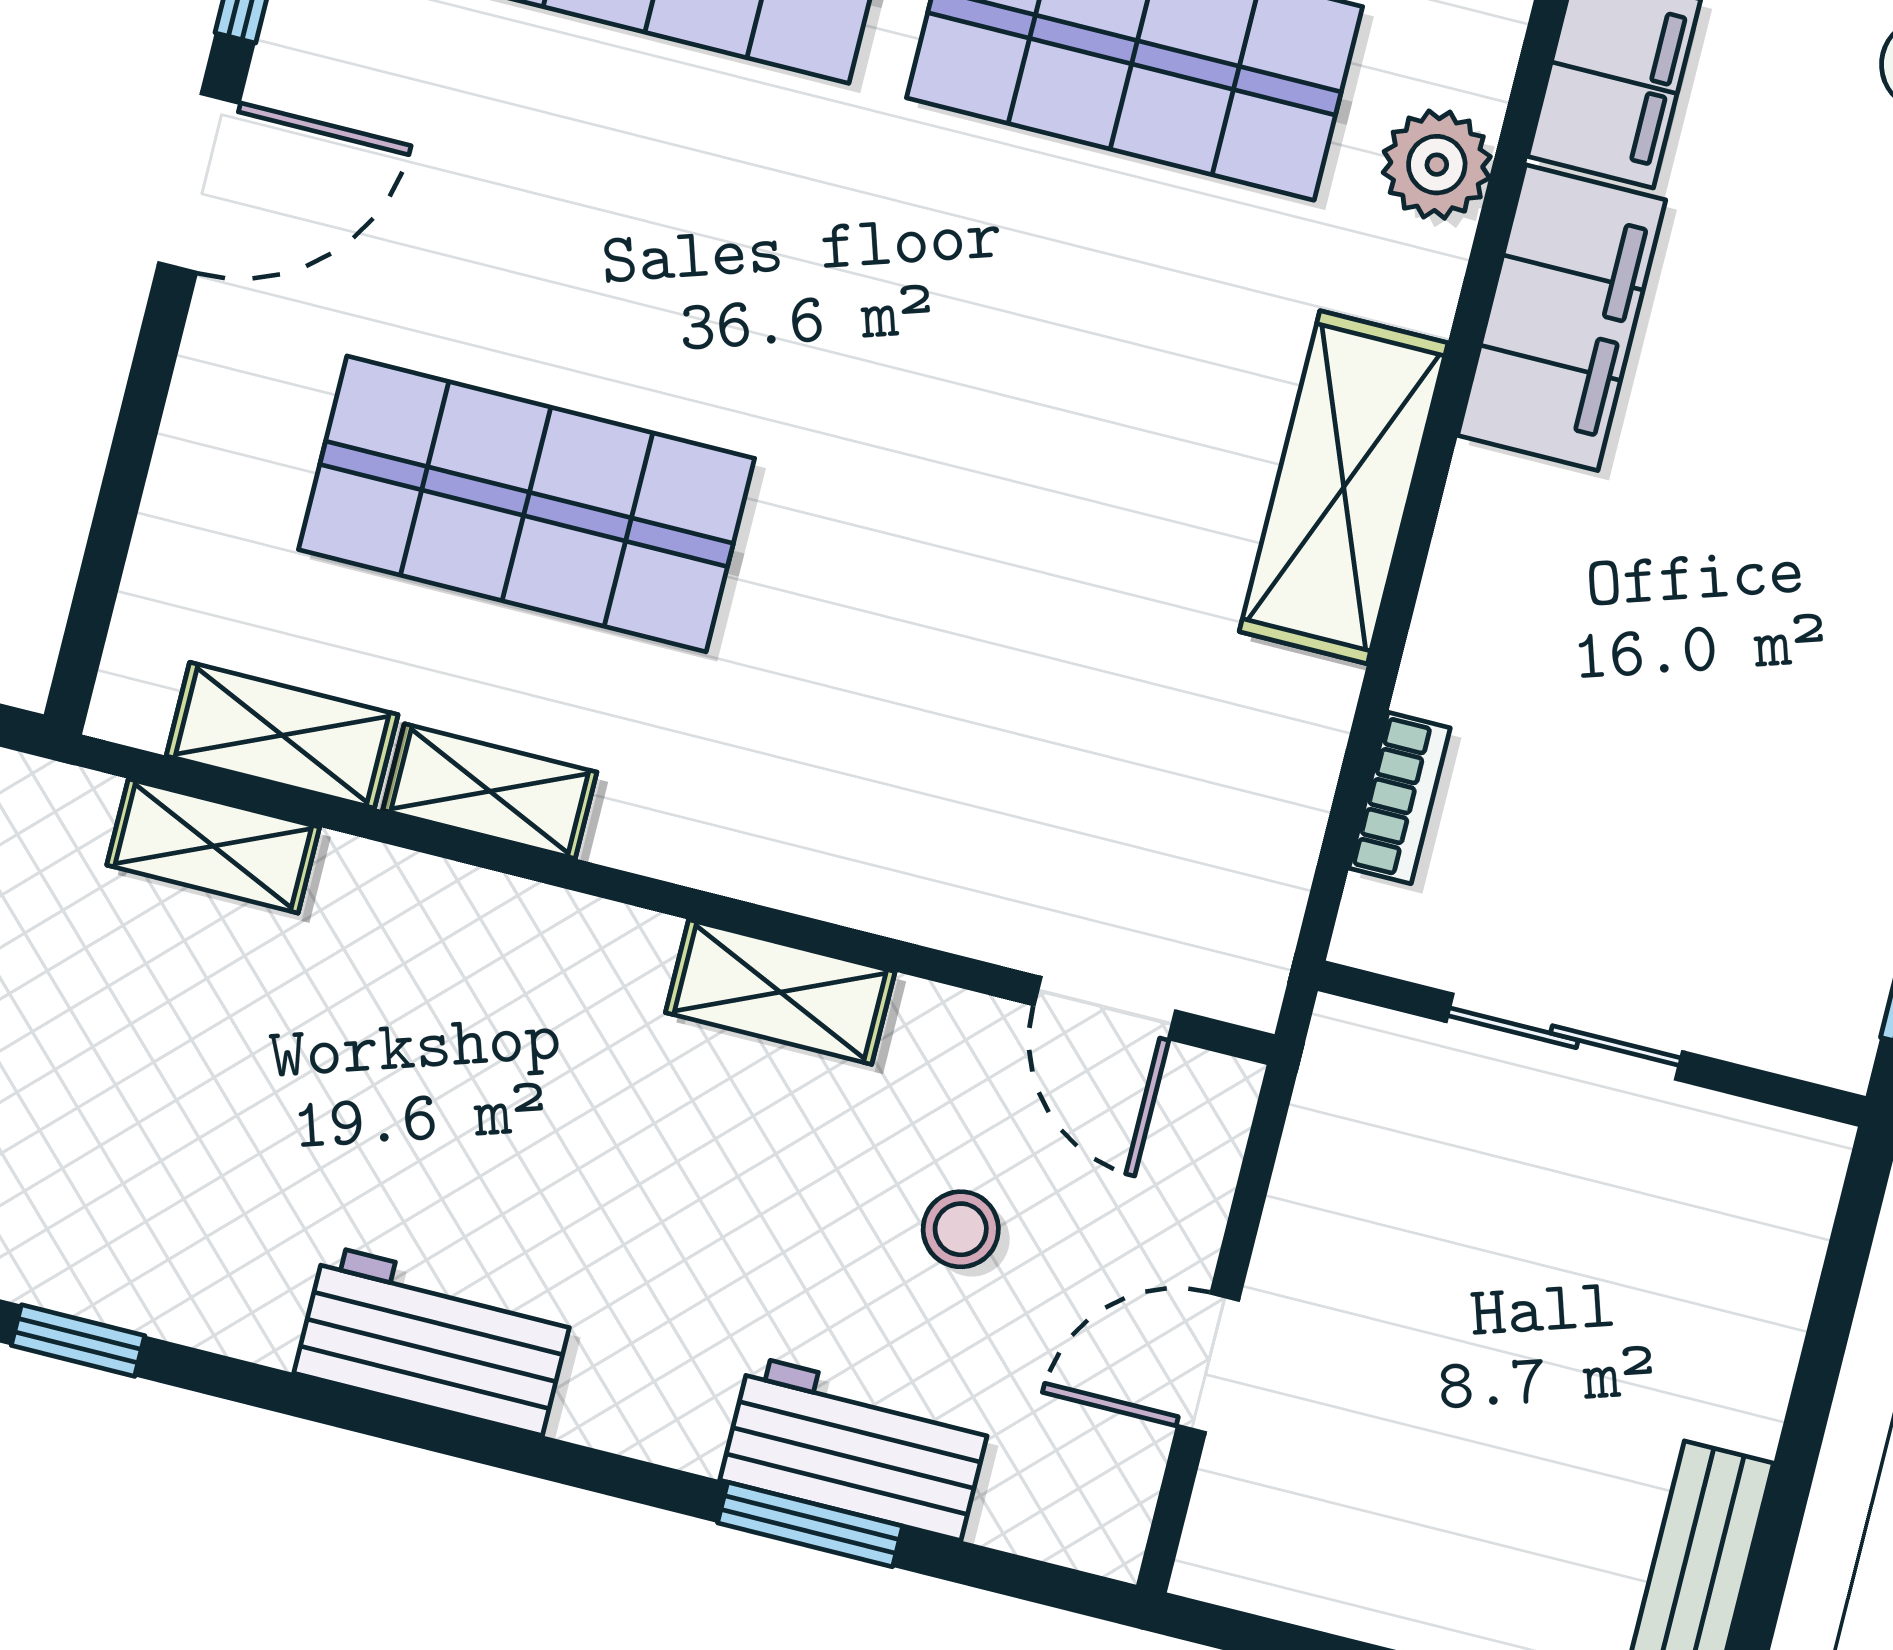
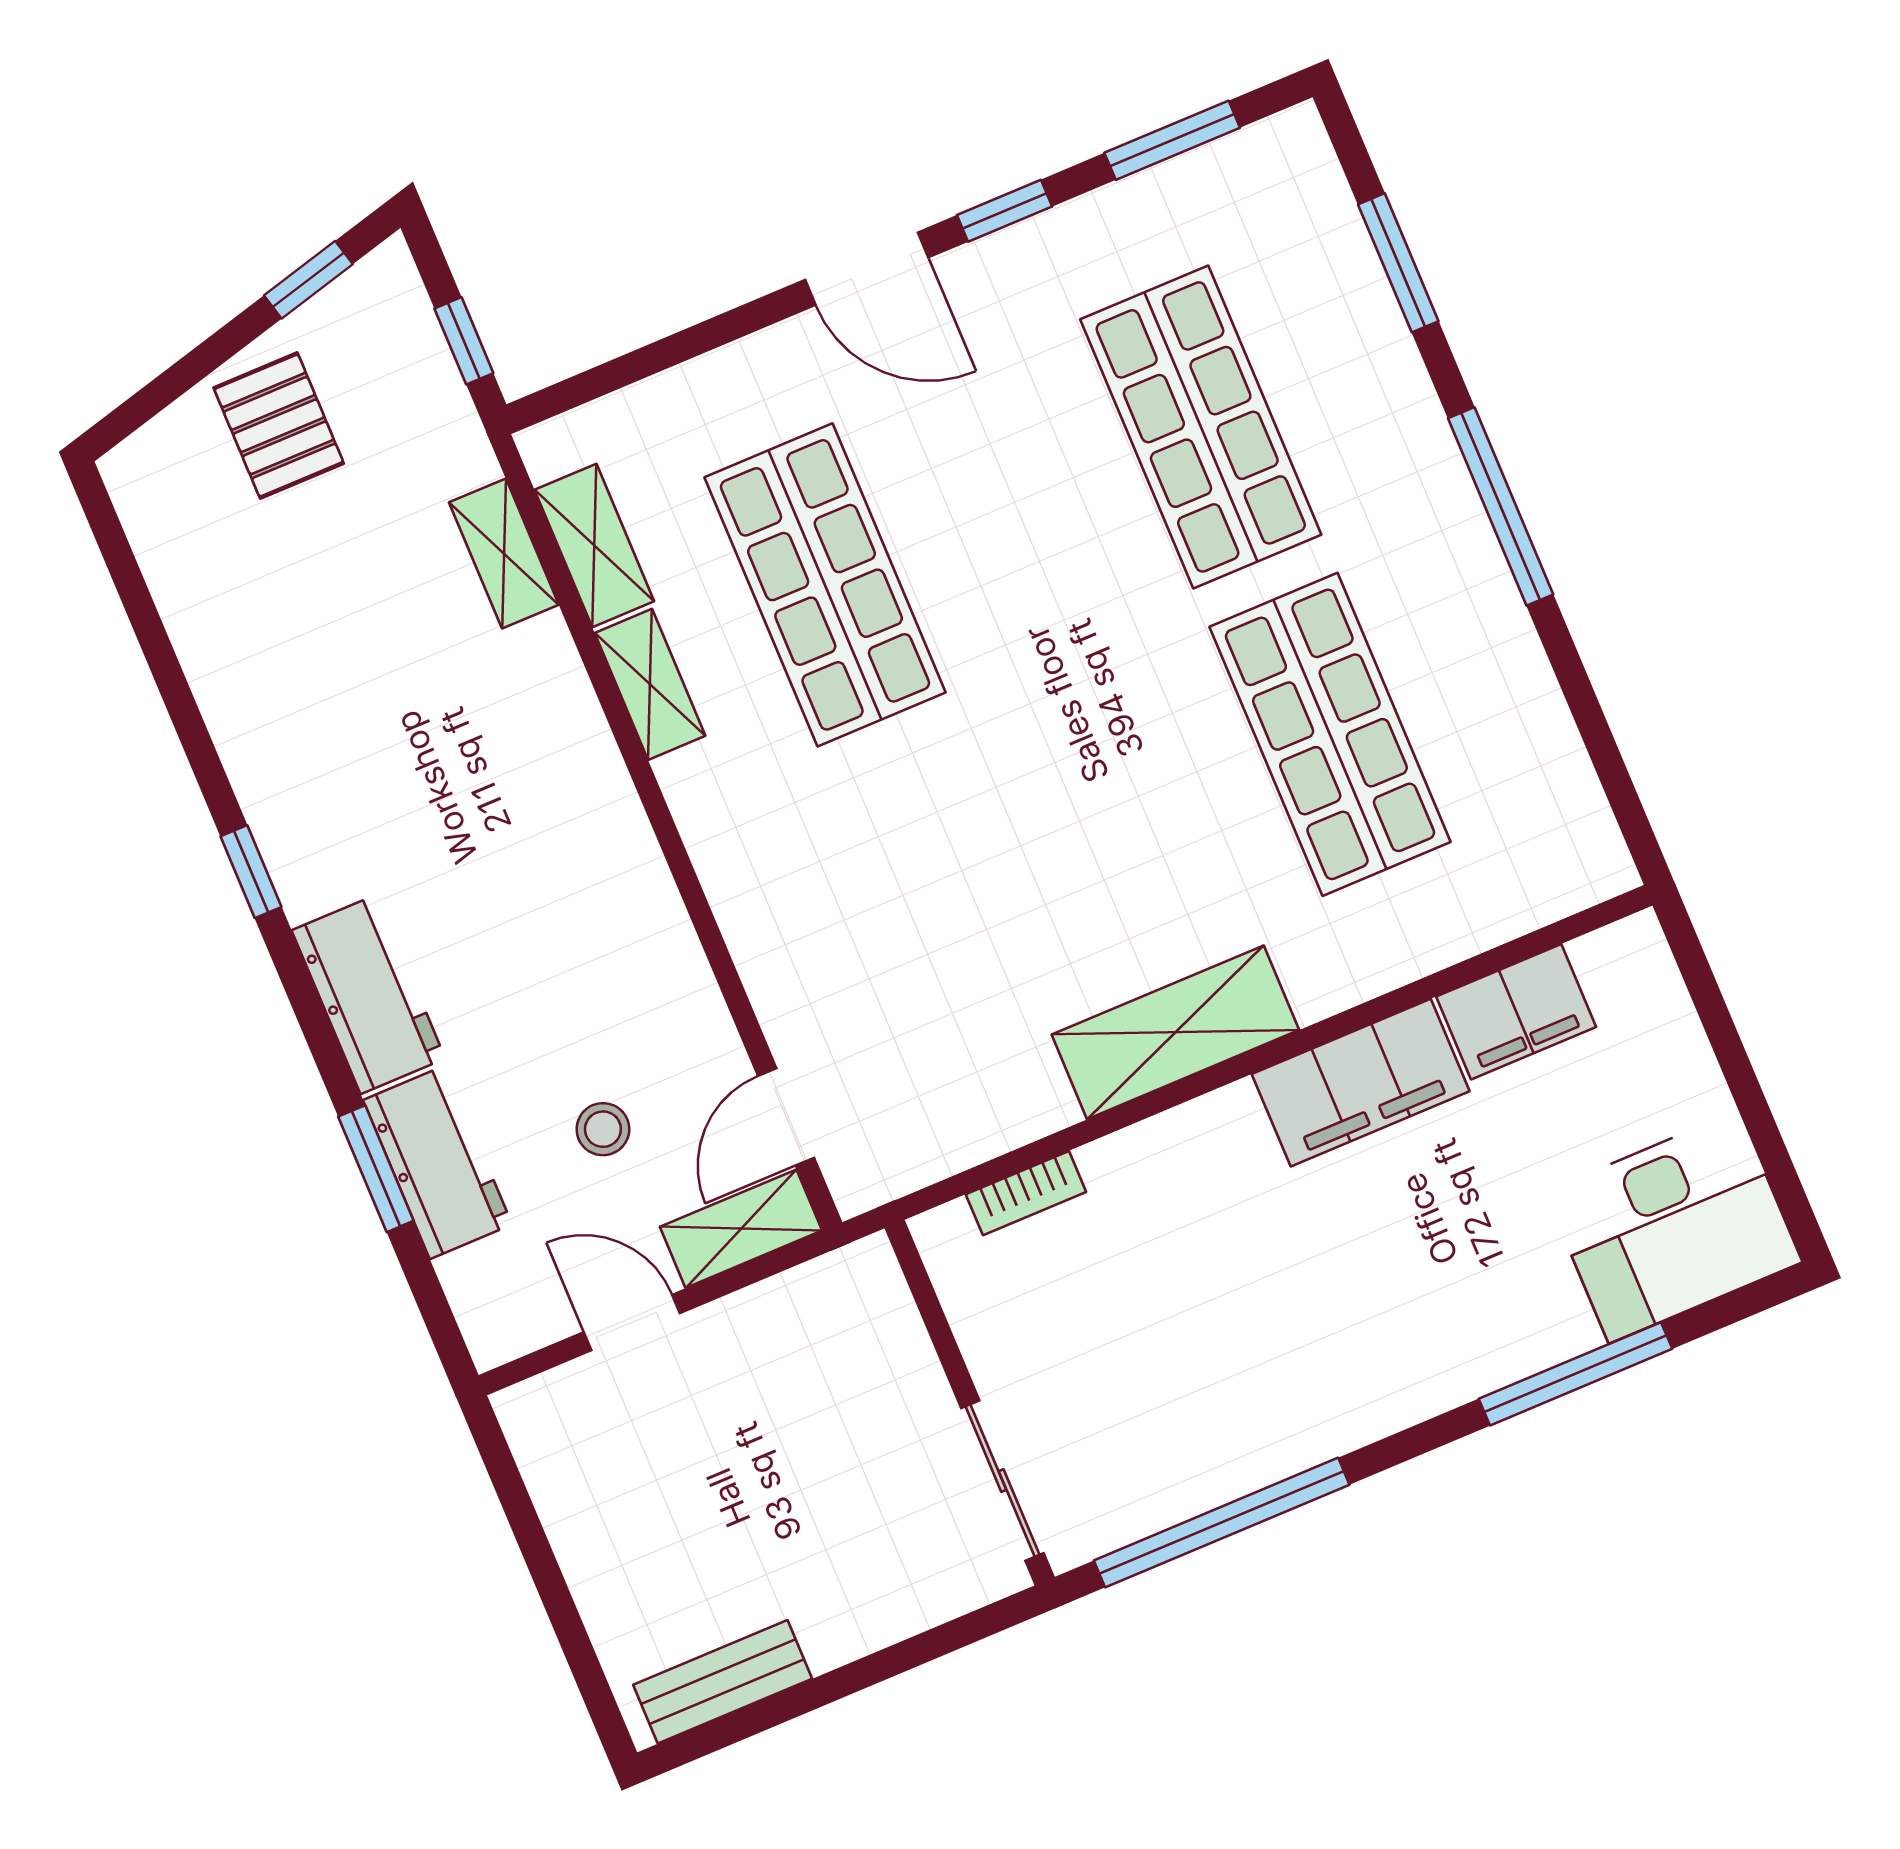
plant: (1437, 165) -> (1394, 949), removed
shelving: (780, 992) -> (741, 1229), moved, turned 90
sliding door: (1564, 1037) -> (1002, 1481), moved
workbench: (434, 1340) -> (368, 994), moved
window: (78, 1341) -> (251, 872), moved

